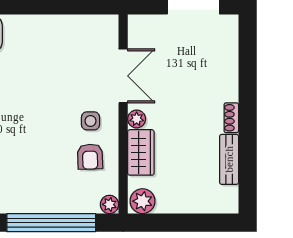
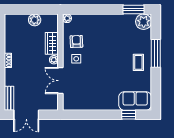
bench: (229, 159) -> (9, 98), moved
plant: (143, 201) -> (35, 20), moved
window: (51, 223) -> (95, 9), removed

